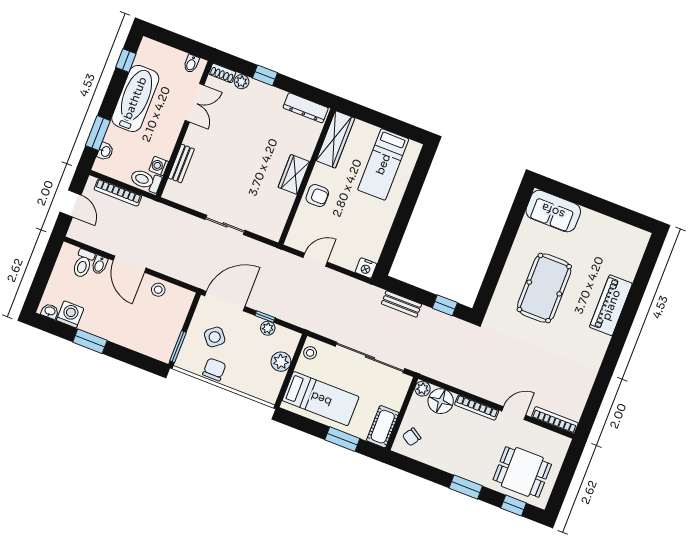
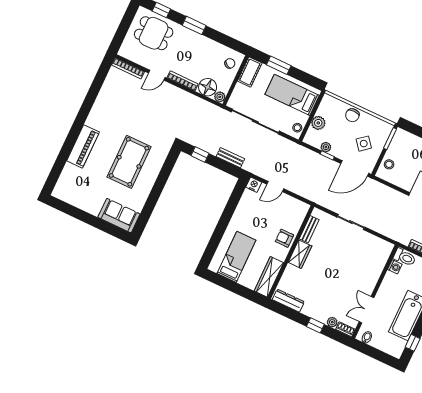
bench: (181, 163) -> (309, 229), moved
door: (315, 260) -> (275, 186), moved
stool: (158, 290) -> (389, 164), moved
chair: (214, 369) -> (352, 115), moved

